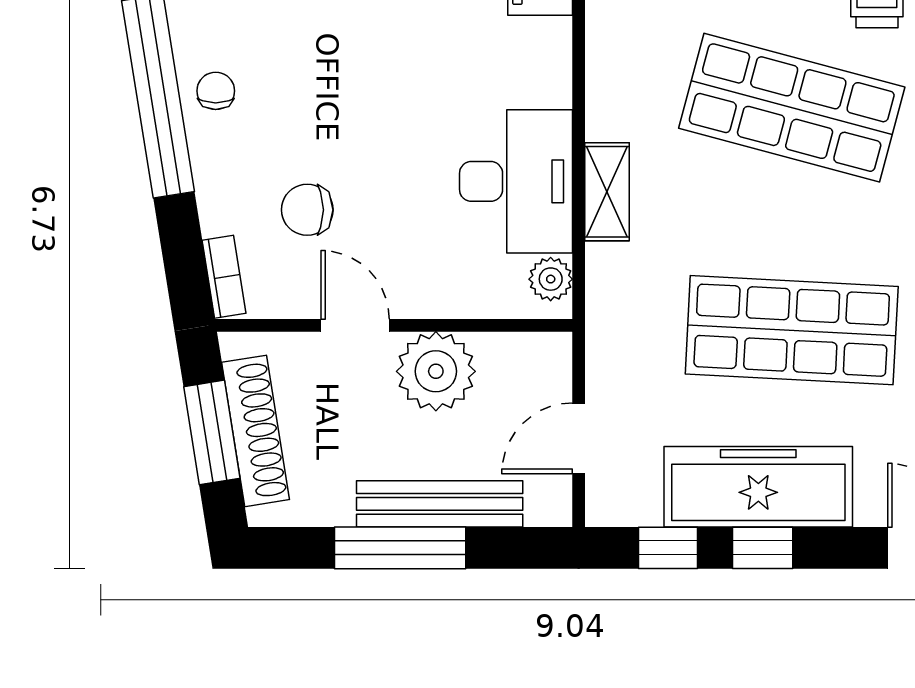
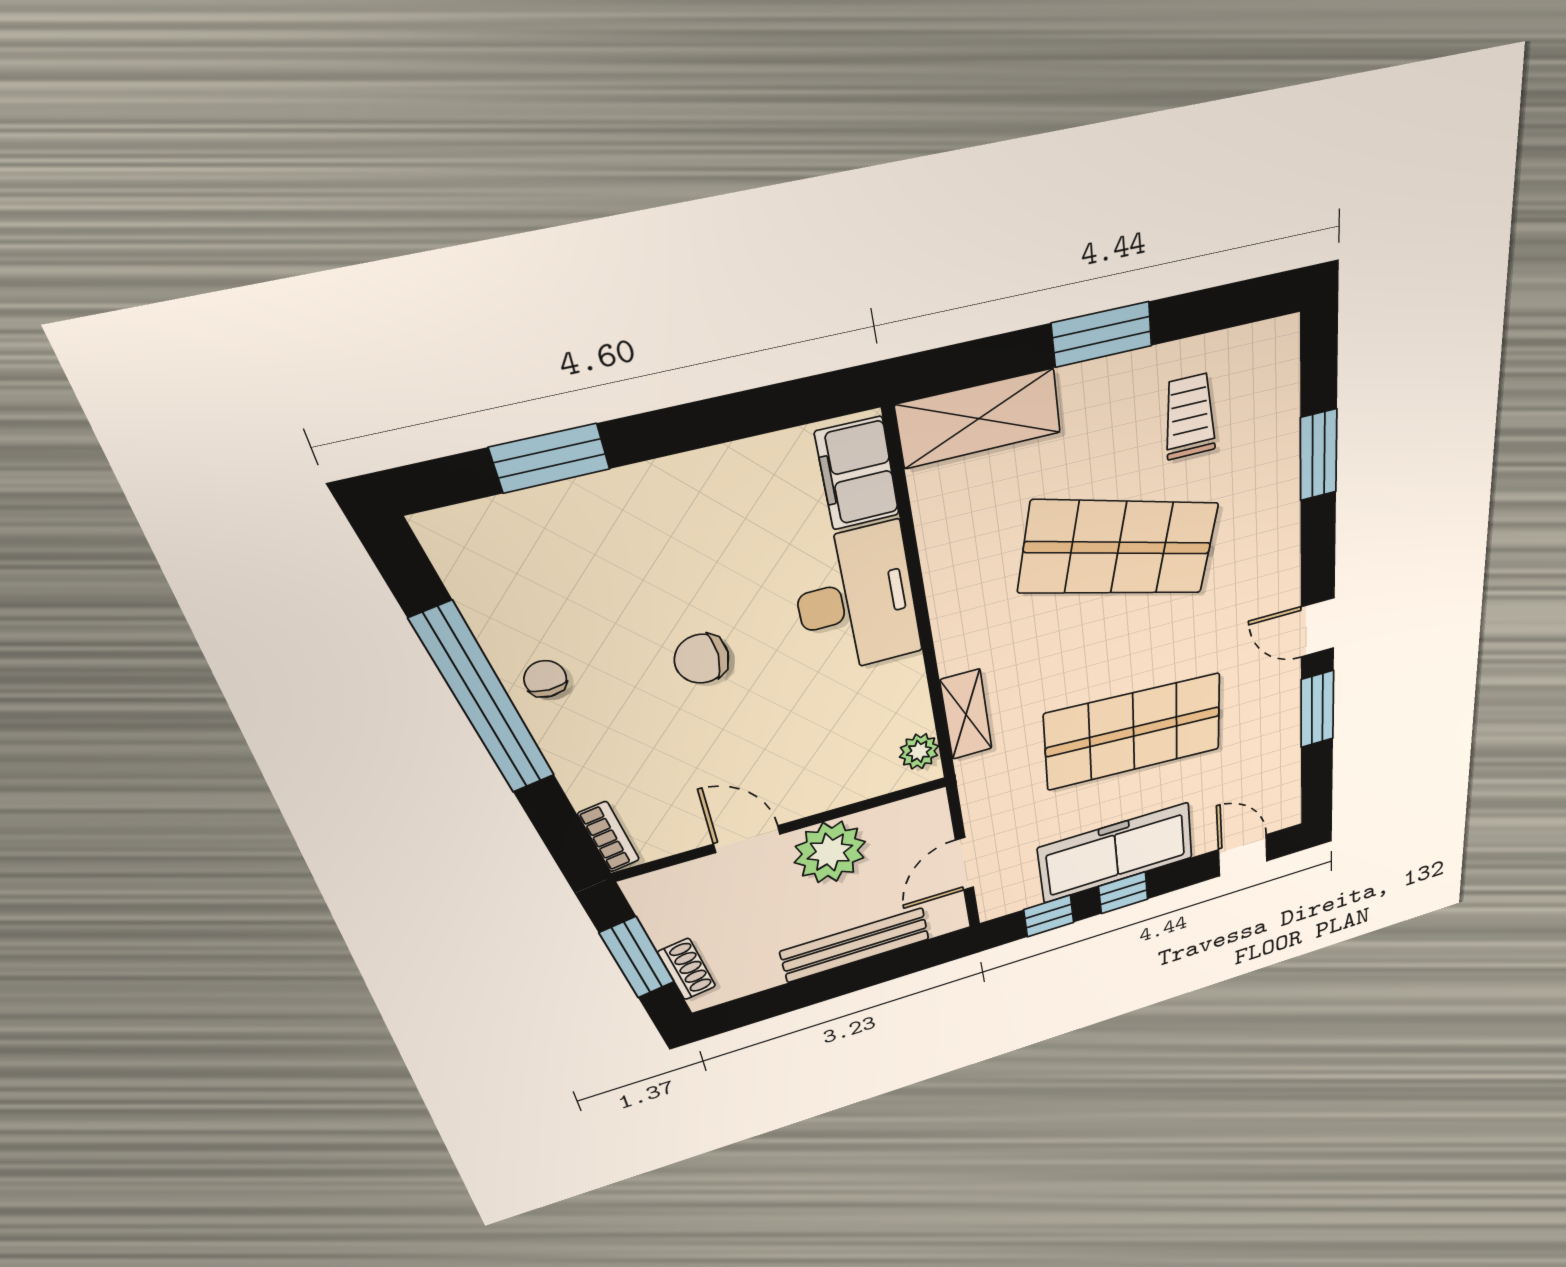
desk: (516, 181) -> (856, 600), moved
shelving: (607, 192) -> (966, 715), moved
chair: (307, 210) -> (702, 659), moved
shoe rack: (256, 431) -> (687, 969), width x0.51, depth x0.81
window: (400, 548) -> (828, 985), removed

